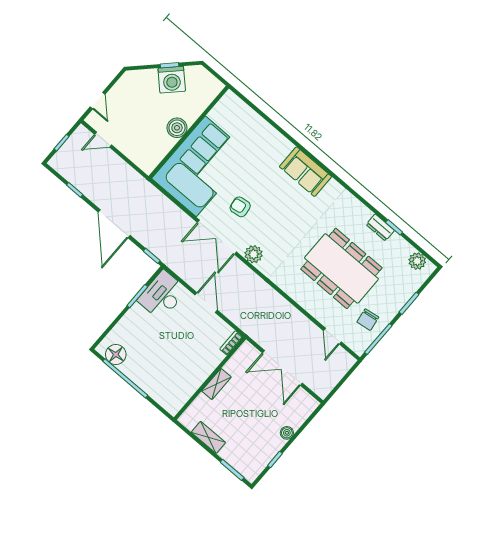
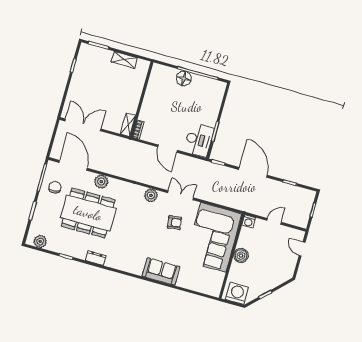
washing machine: (172, 80) -> (237, 293), moved, turned 45
door: (103, 140) -> (274, 221), moved
washing machine: (148, 165) -> (249, 221), added
sofa: (305, 172) -> (161, 272), moved
dresser: (380, 227) -> (96, 258), moved
double door: (217, 237) -> (181, 195), width x0.73
plant: (307, 300) -> (101, 182), added
door: (332, 336) -> (73, 165), width x1.88
floor lamp: (116, 354) -> (184, 78), moved
double door: (282, 368) -> (83, 125), moved
shelving: (216, 384) -> (128, 125), moved
boiler: (287, 433) -> (74, 87), removed

